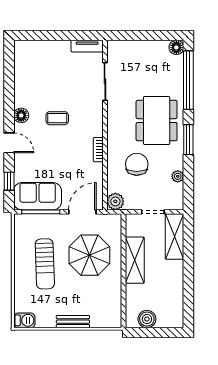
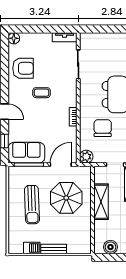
armchair: (33, 86) -> (23, 68), added
floor lamp: (21, 115) -> (14, 38), moved
barbecue: (24, 320) -> (32, 248), moved

